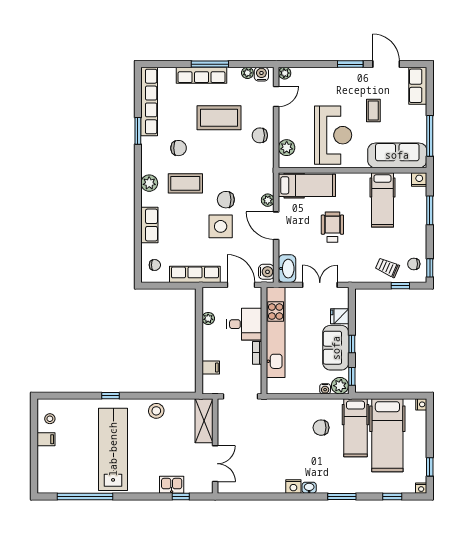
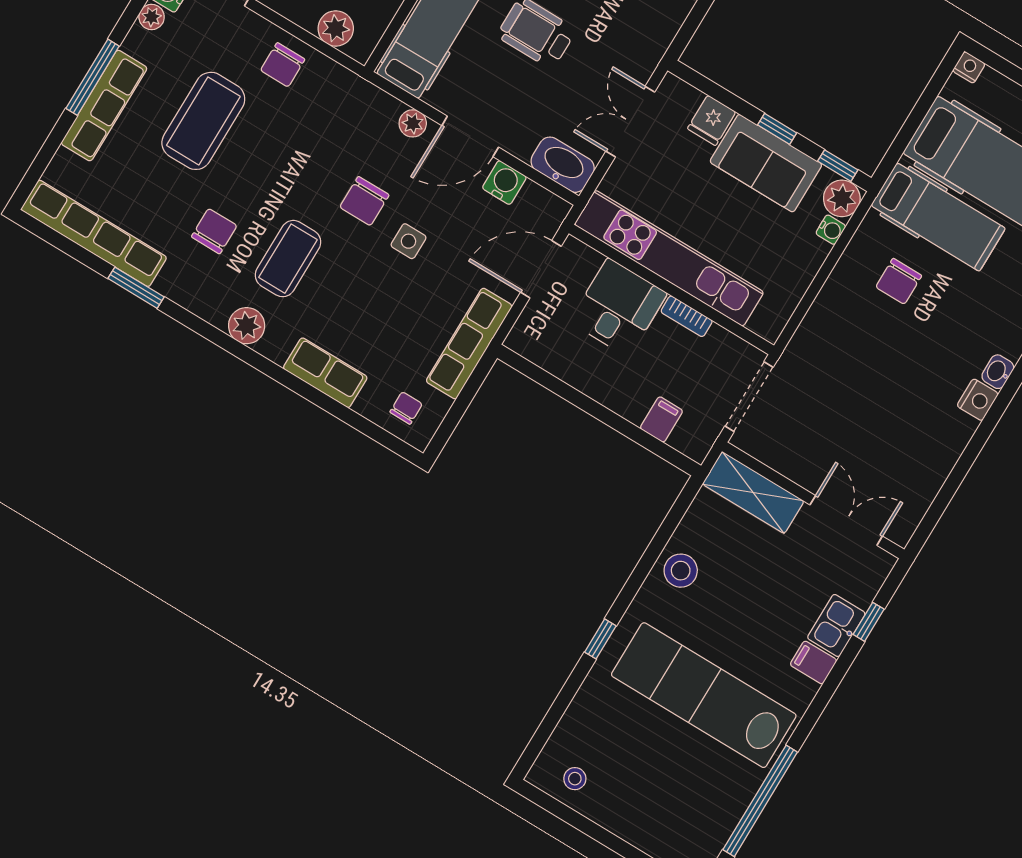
side table: (221, 226) -> (408, 241), width x0.54, depth x0.54
water cooler: (266, 272) -> (504, 182), moved
plant: (208, 318) -> (567, 369), removed
filing cabinet: (46, 439) -> (813, 662), moved, turned -90

